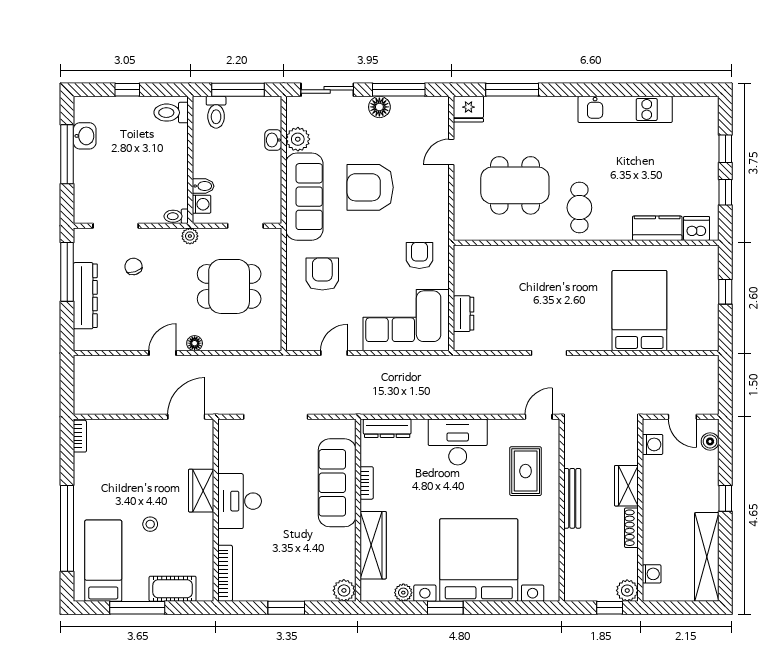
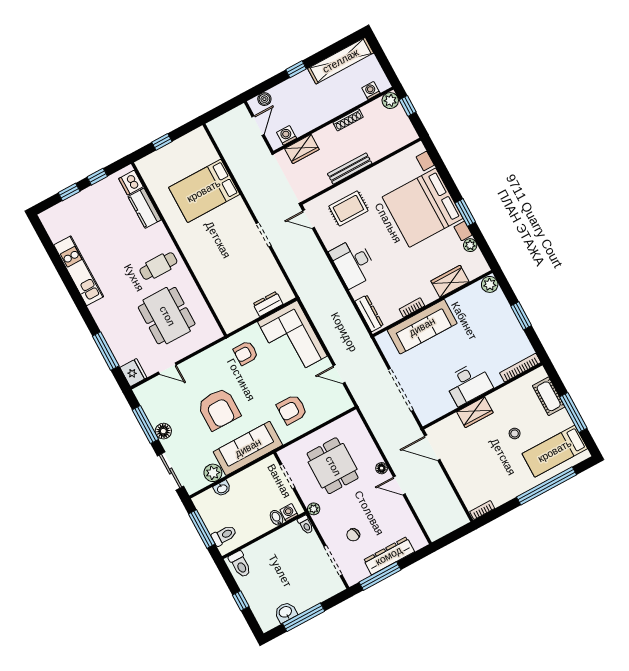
wardrobe: (626, 486) -> (302, 149), moved
wardrobe: (373, 545) -> (450, 281), width x0.67

